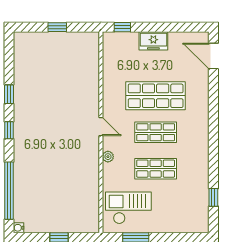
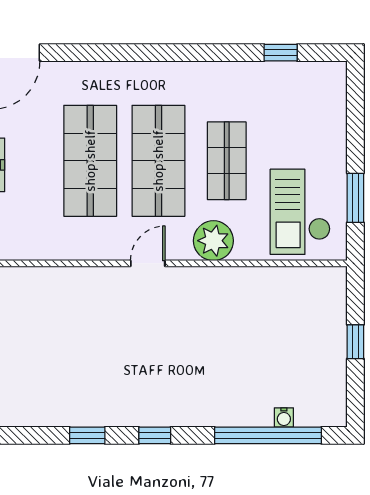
shop shelf: (156, 132) -> (158, 161), width x1.43, depth x1.36
plant: (108, 157) -> (213, 241), width x1.87, depth x1.87
water cooler: (19, 228) -> (284, 417), moved

